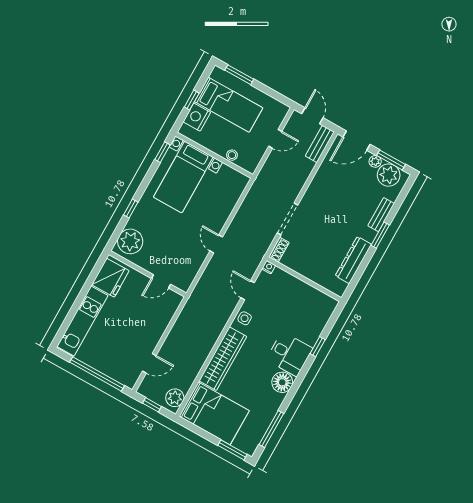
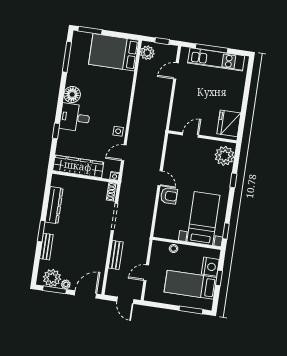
bench: (320, 144) -> (116, 255), moved
armchair: (214, 219) -> (169, 196), added
door: (248, 290) -> (124, 153), swing flipped
kitchen unit: (83, 321) -> (216, 59), moved, turned -90
wardrobe: (223, 359) -> (78, 166), moved, turned 90
window: (97, 374) -> (212, 48), width x0.68

